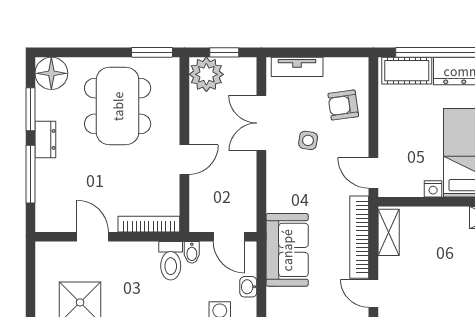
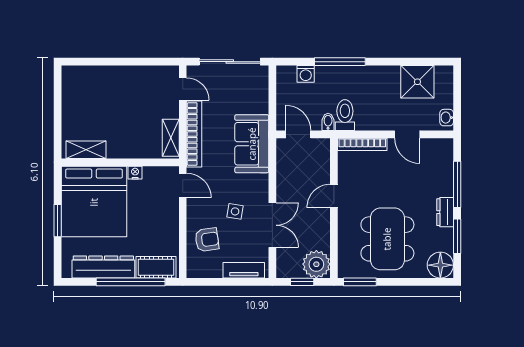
sofa: (287, 250) -> (252, 144), moved
washbasin: (248, 287) -> (447, 118), moved, turned 180

